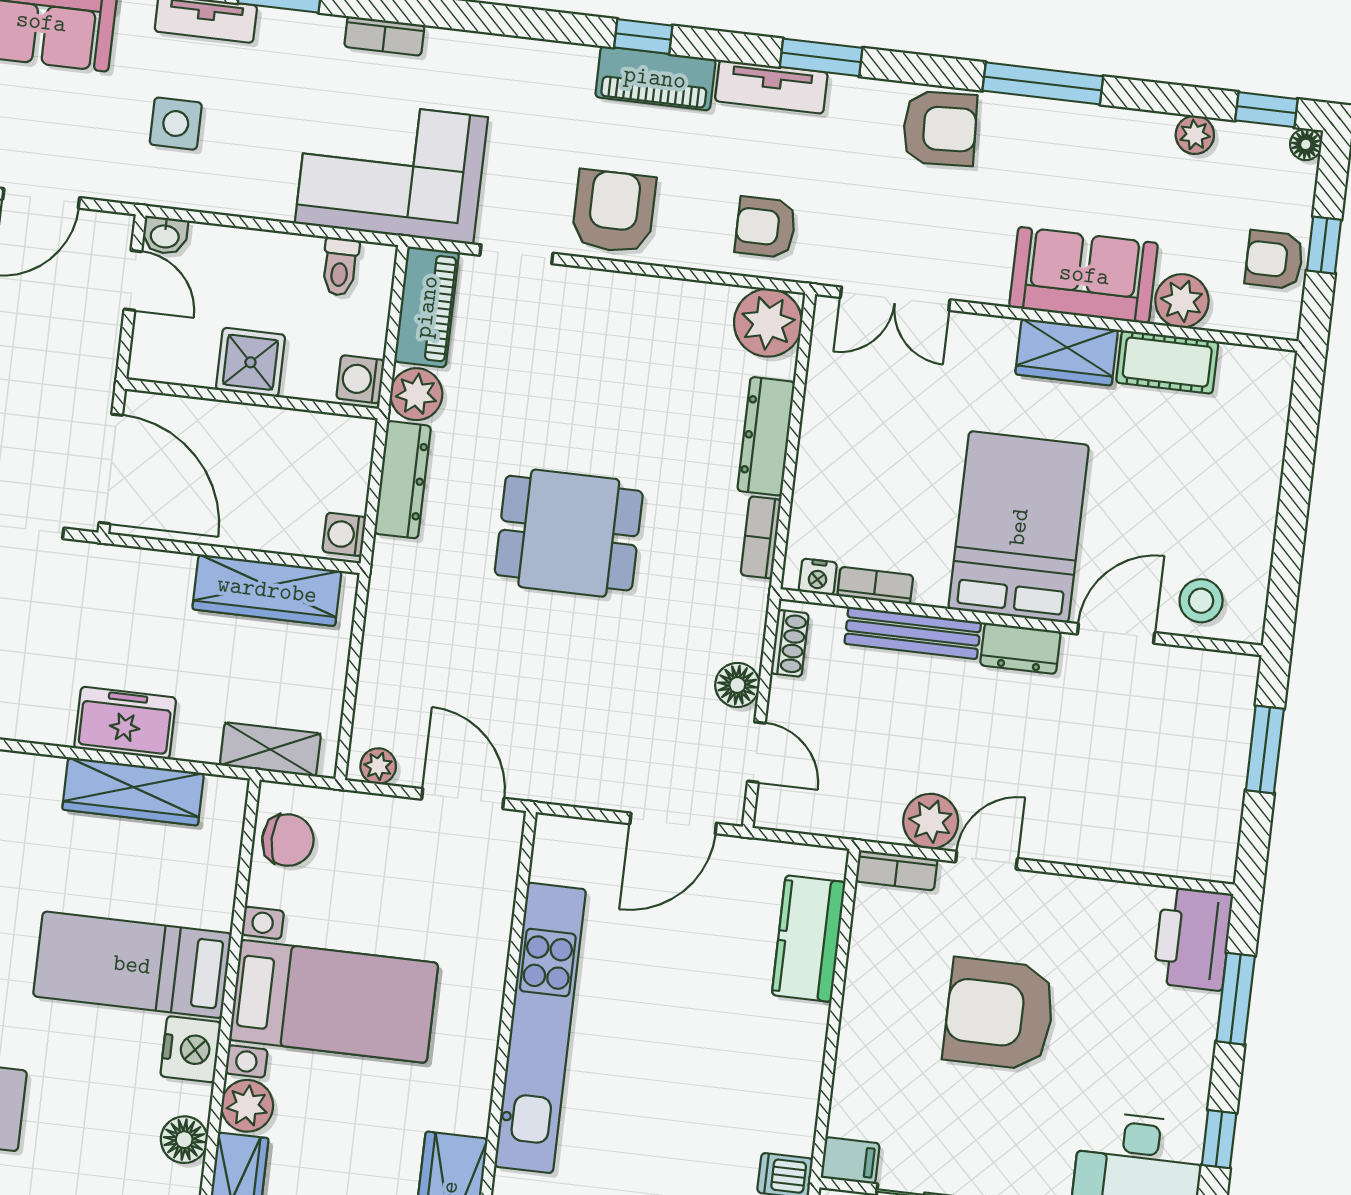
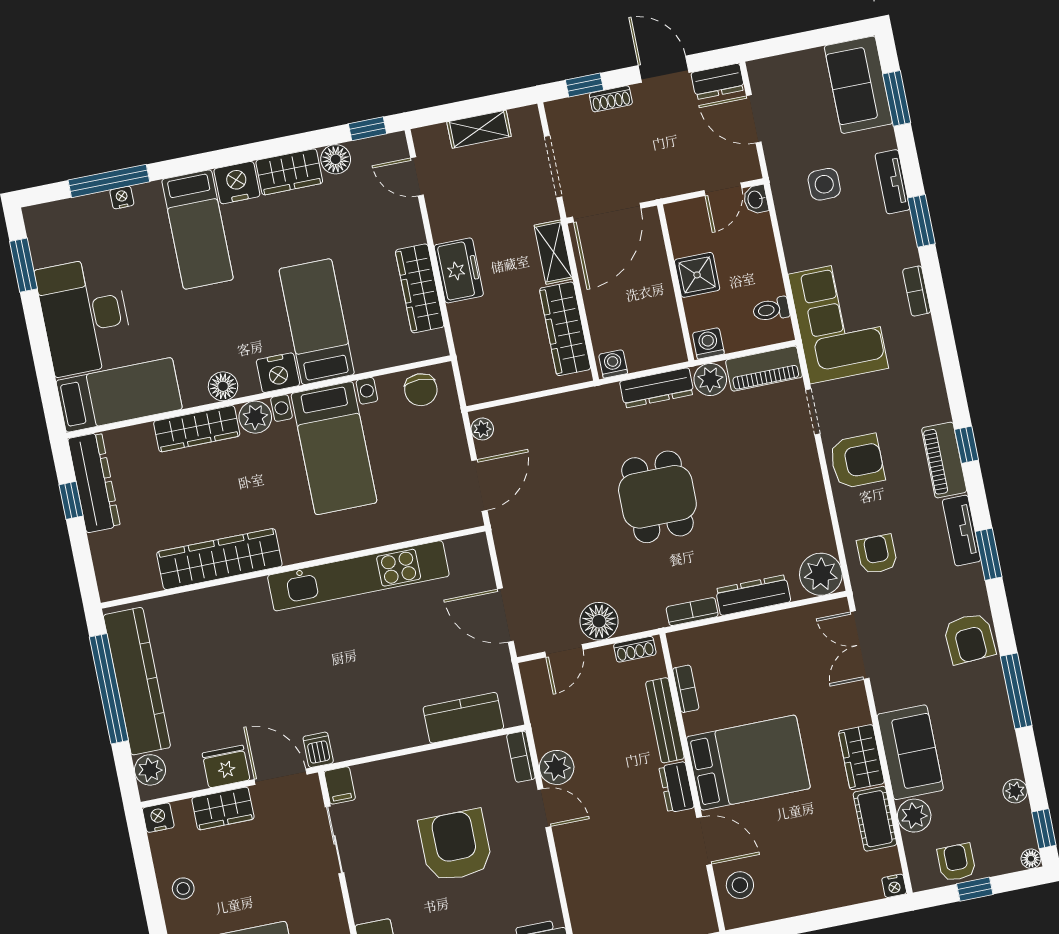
nightstand: (818, 577) -> (894, 886), moved, turned -90
floor lamp: (737, 685) -> (599, 621), width x1.38, depth x1.38
shelving: (270, 749) -> (553, 252), moved

